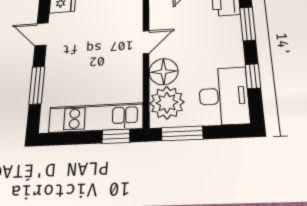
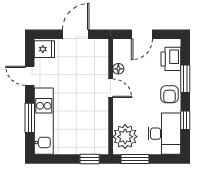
door: (146, 42) -> (111, 88), hinge flipped
armchair: (227, 44) -> (169, 94), added
floor lamp: (164, 72) -> (118, 69), moved, width x0.53, depth x0.53
kitchen unit: (96, 118) -> (44, 121), moved, turned 90

